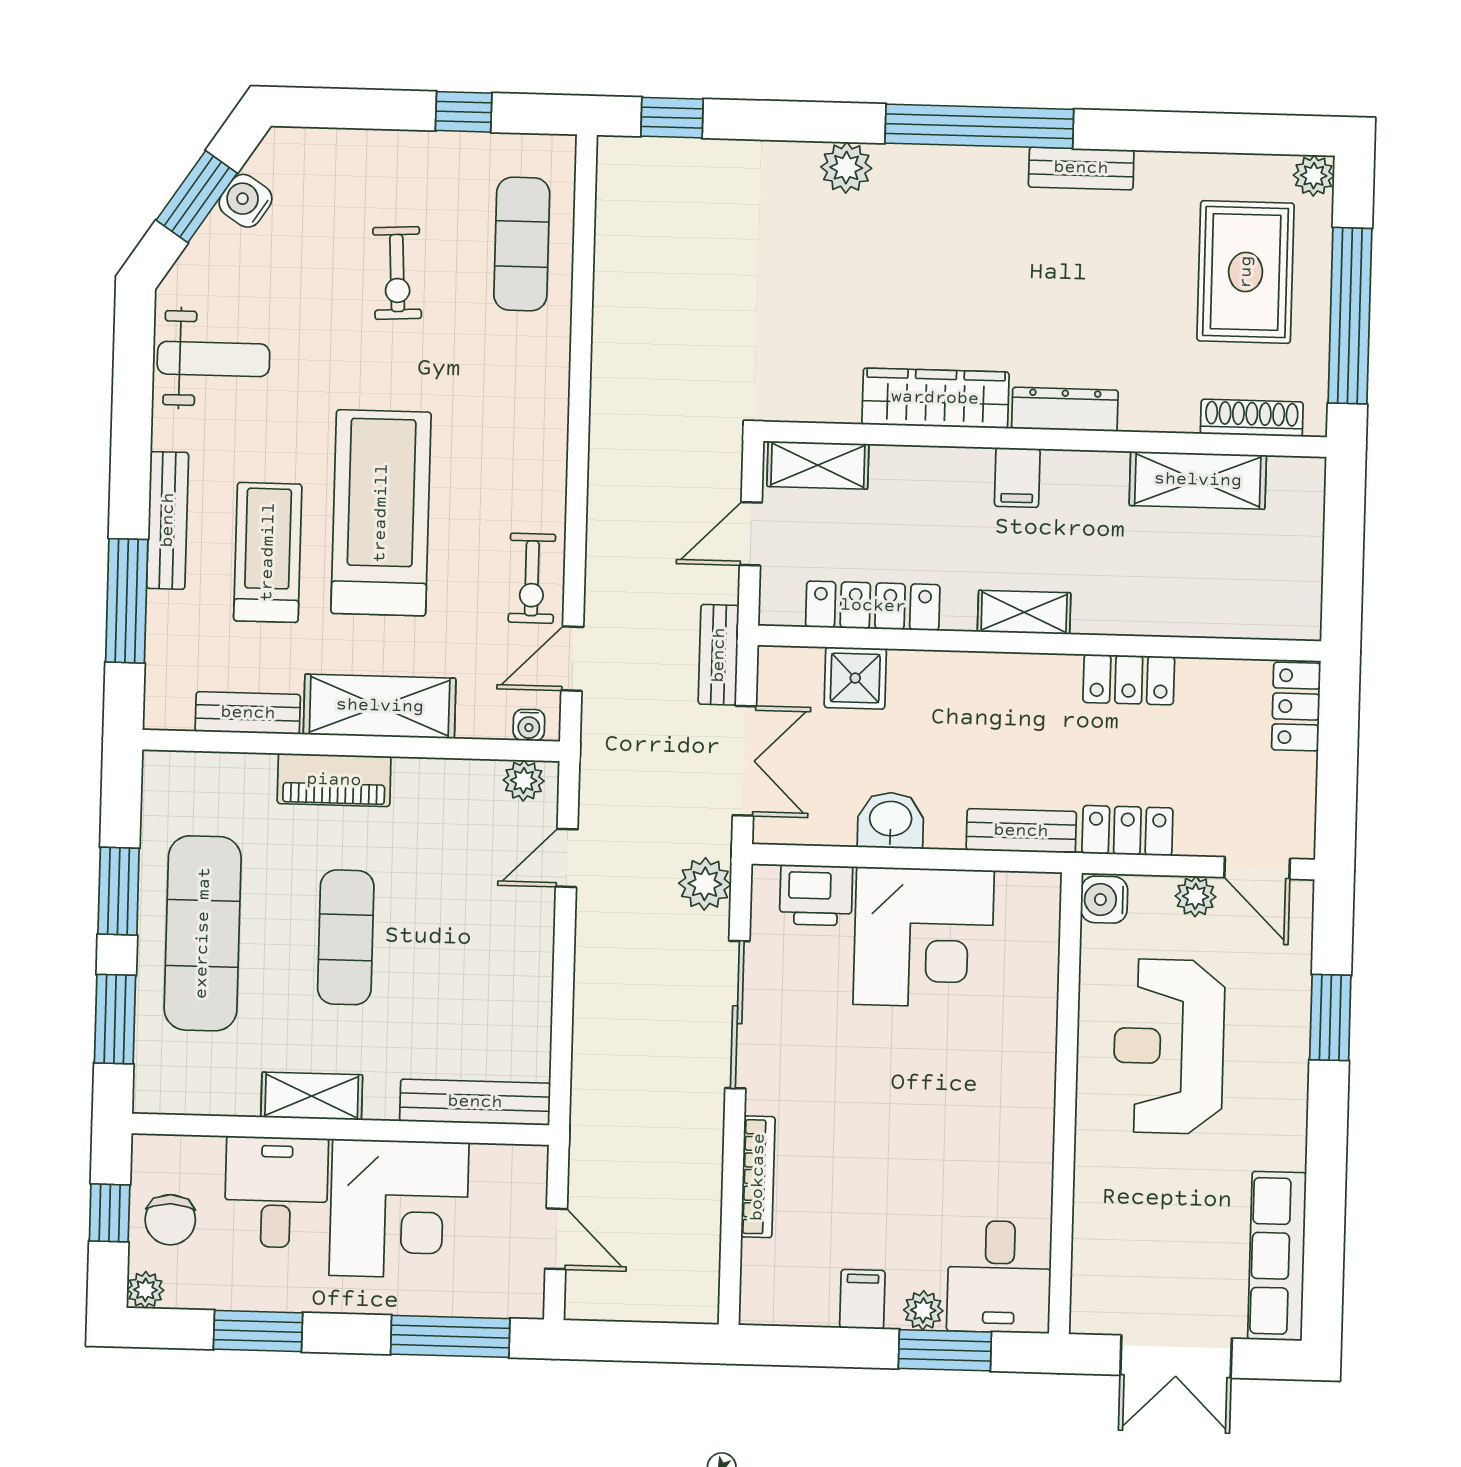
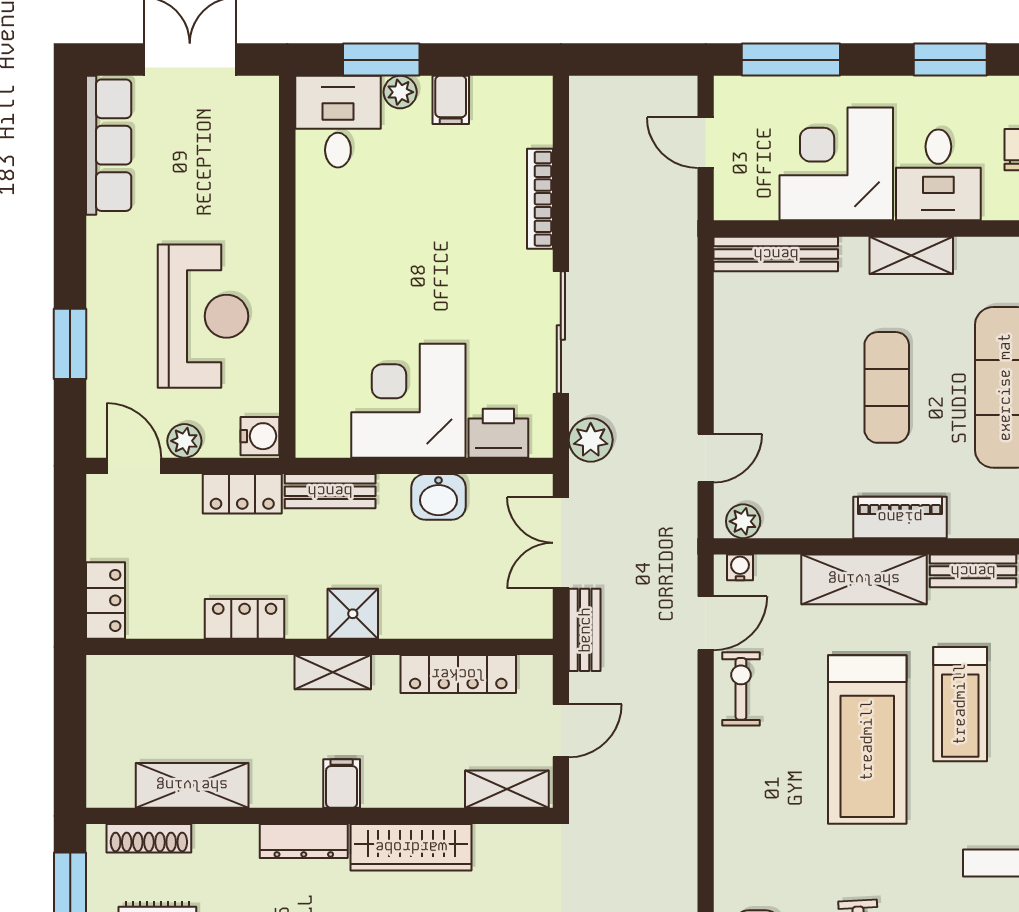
shower: (855, 678) -> (353, 614), moved

